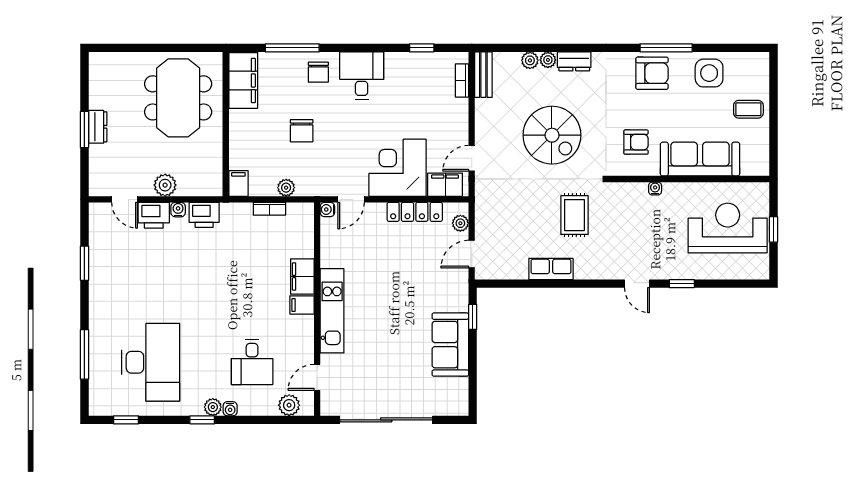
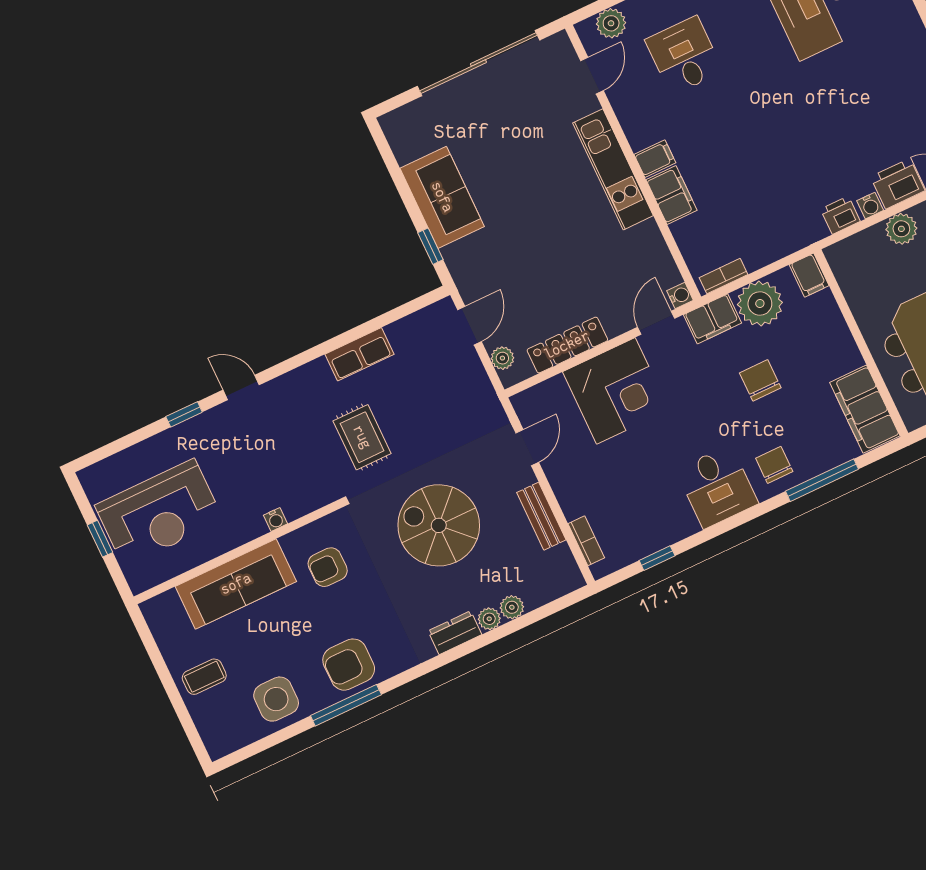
bench: (483, 75) -> (541, 516), moved
filing cabinet: (445, 185) -> (712, 319), moved
plant: (286, 188) -> (760, 304), width x1.88, depth x1.88
bookcase: (269, 209) -> (723, 276), moved
printer: (204, 215) -> (840, 215), width x0.73, depth x0.81

